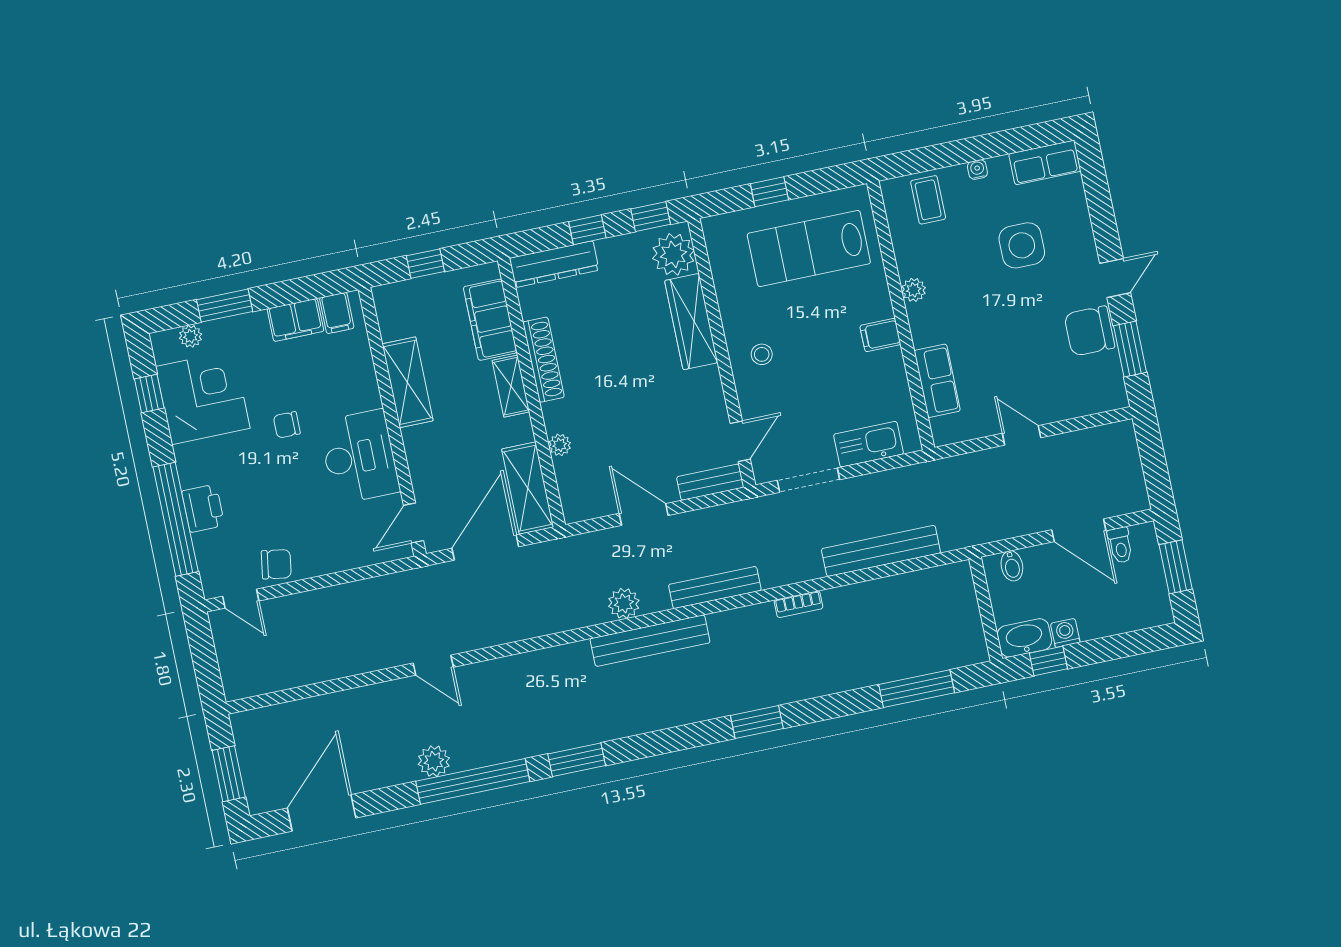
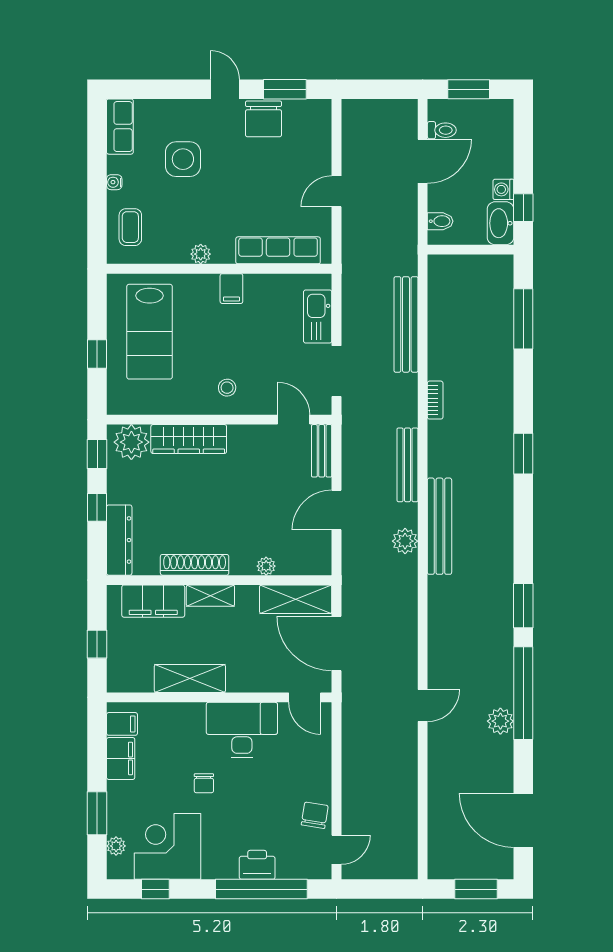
coffee table: (928, 200) -> (130, 227), turned 90
row of seats: (937, 381) -> (278, 250), width x1.48

